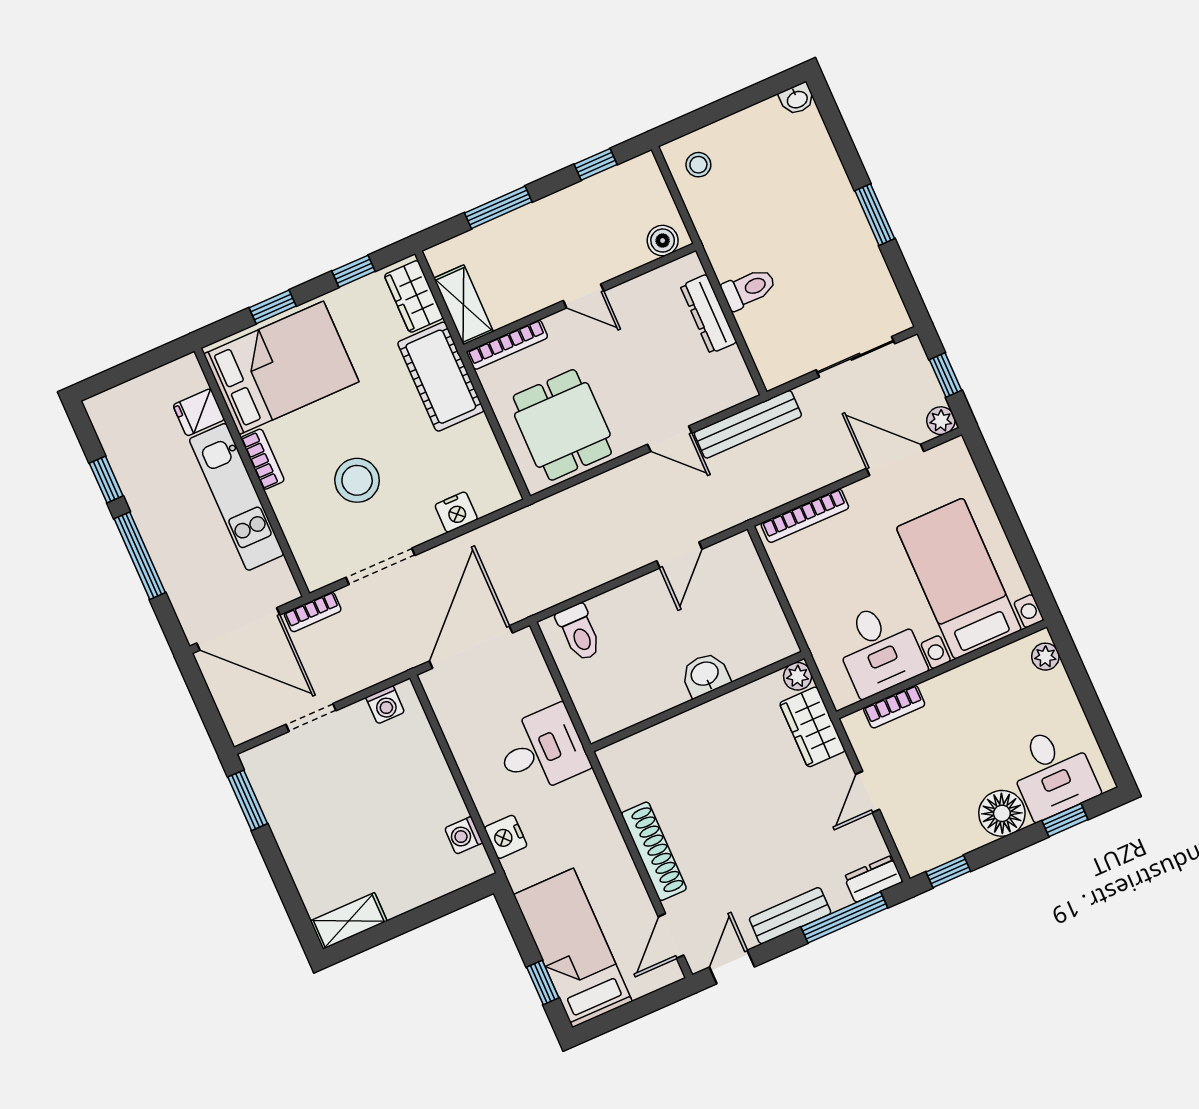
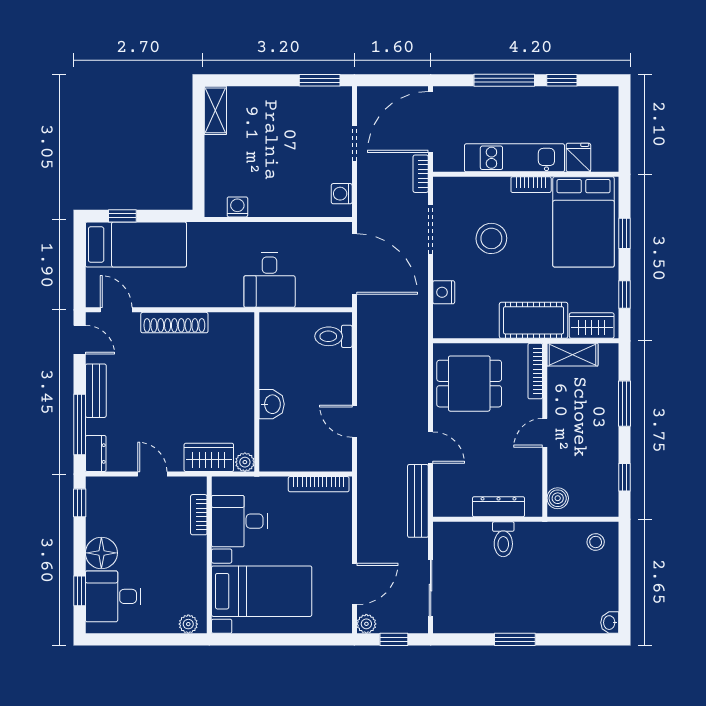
door: (670, 439) -> (431, 448), swing flipped
bookcase: (805, 516) -> (319, 484), moved, turned -90
nightstand: (506, 837) -> (225, 233), removed

